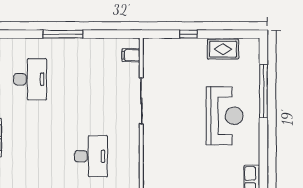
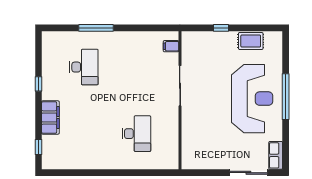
window: (63, 34) -> (96, 28), moved
window: (263, 91) -> (286, 97), moved
reception desk: (225, 116) -> (252, 99), width x1.36, depth x1.30

